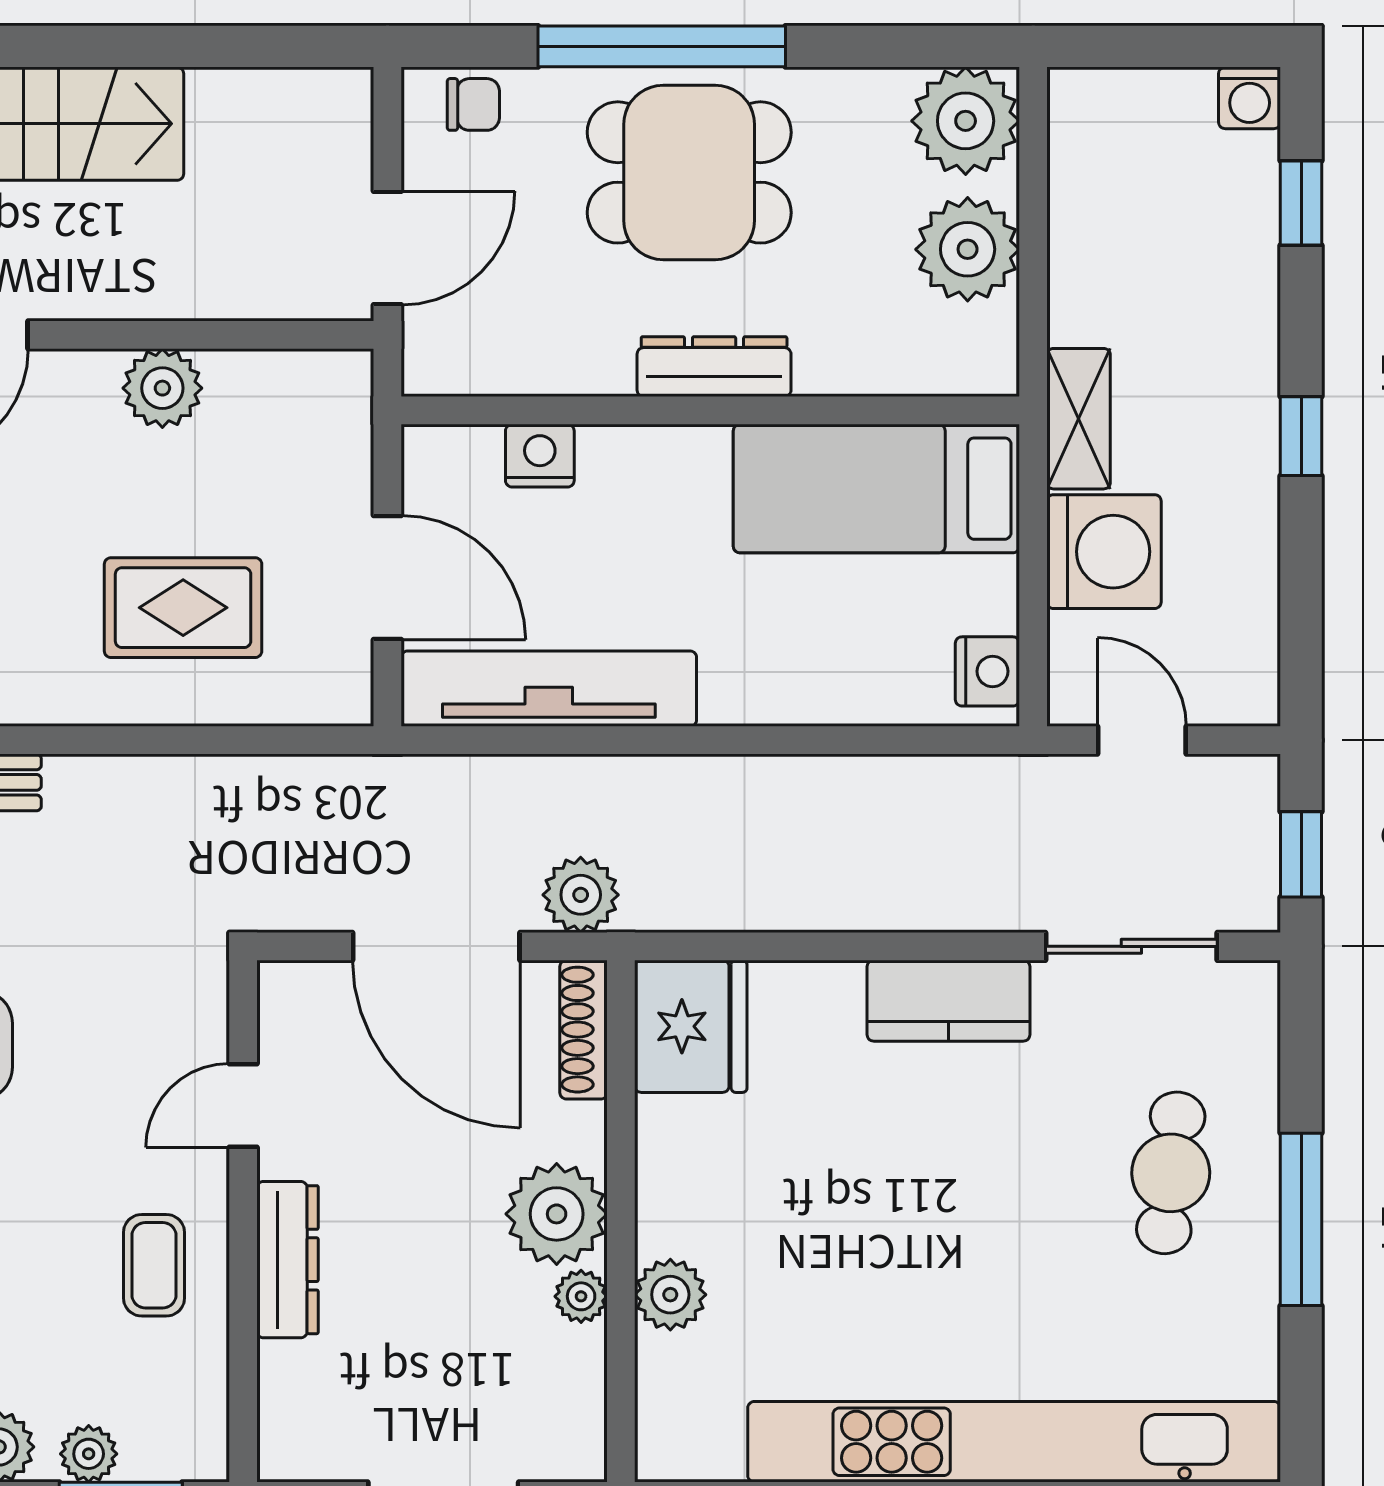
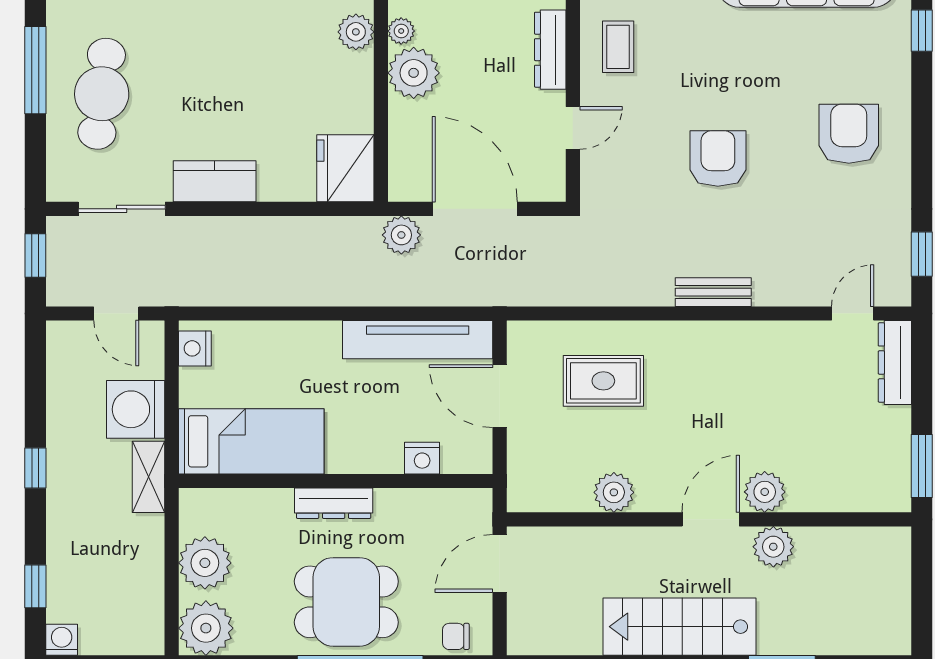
shoe rack: (584, 1030) -> (400, 167), removed
cafe table: (1171, 1173) -> (102, 94), width x1.37, depth x1.35

